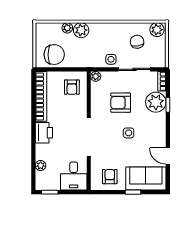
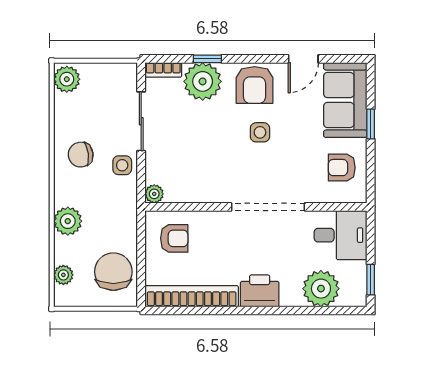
plant: (67, 28) -> (63, 275), moved
chair: (137, 42) -> (81, 155), moved
armchair: (121, 103) -> (255, 85), moved
plant: (41, 165) -> (321, 289), width x1.88, depth x1.88

